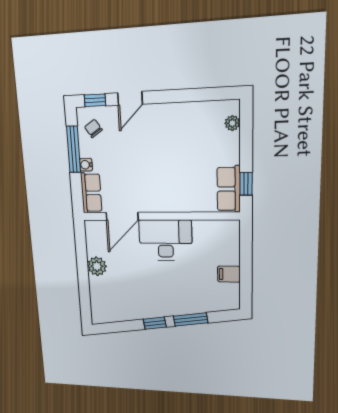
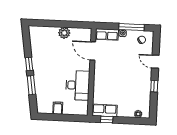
window: (95, 100) -> (154, 86), moved
desk: (165, 240) -> (78, 85), moved

